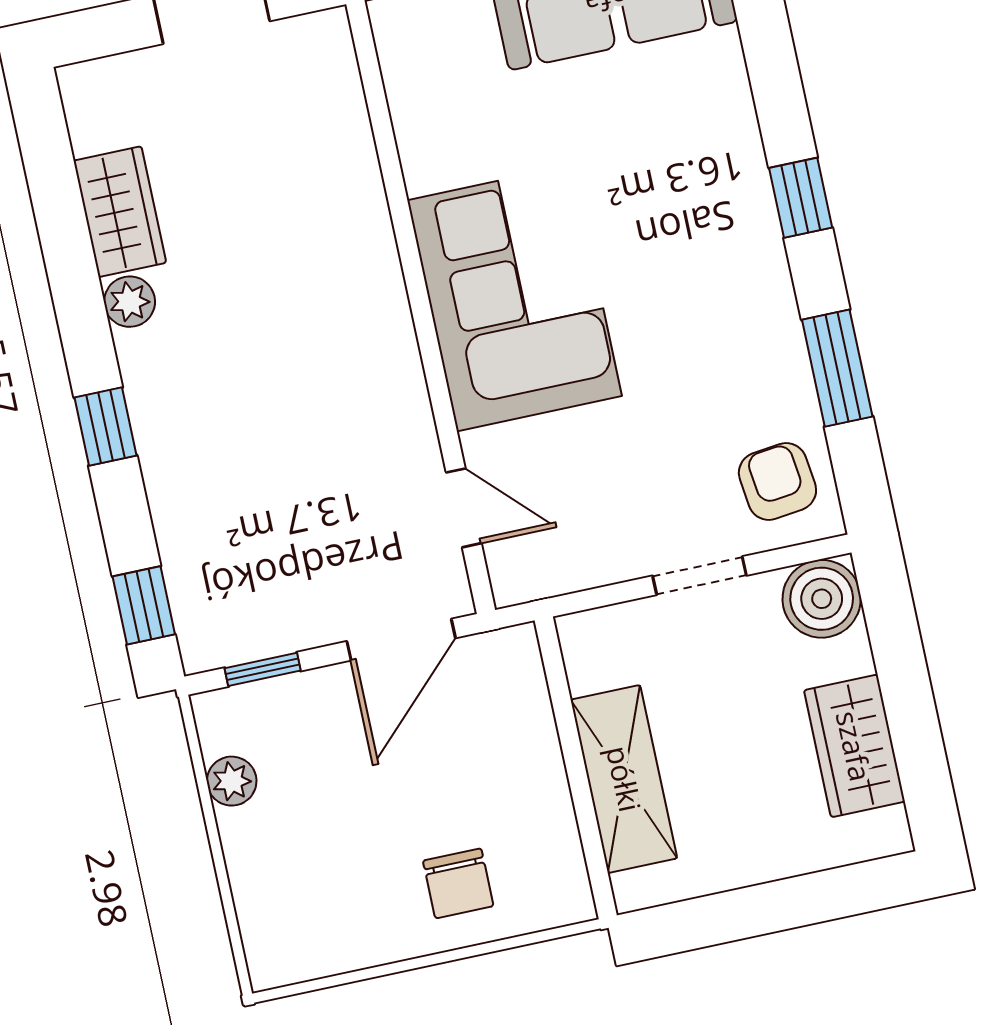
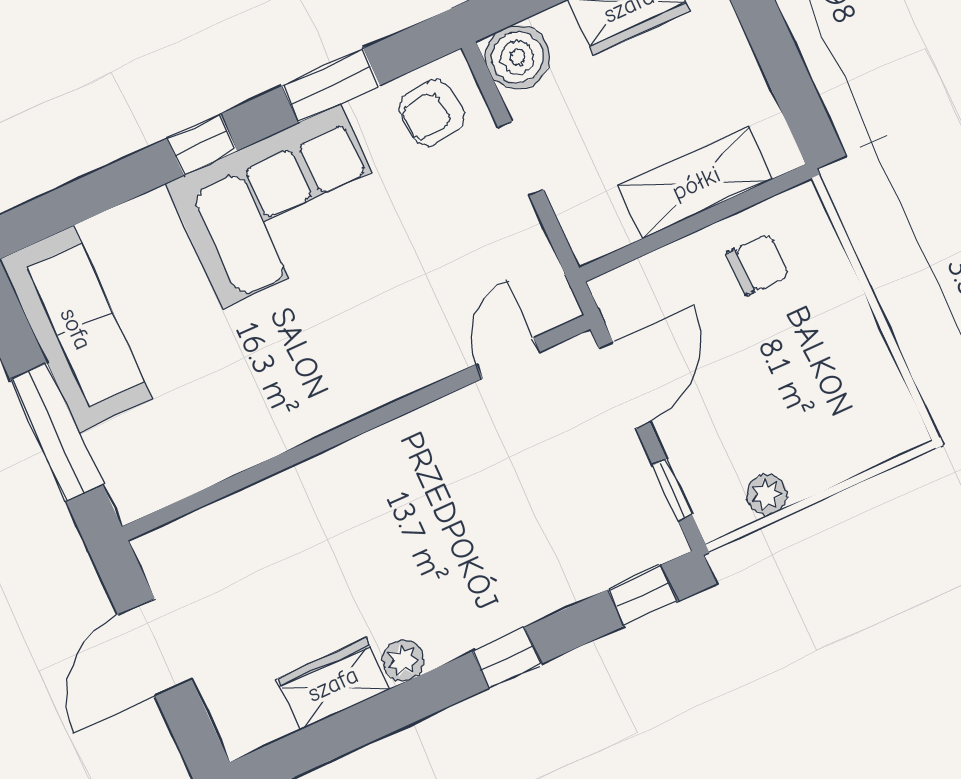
corner sofa: (515, 298) -> (282, 206), moved, turned 180
door: (401, 640) -> (624, 385), hinge flipped
chair: (458, 883) -> (758, 264), moved

